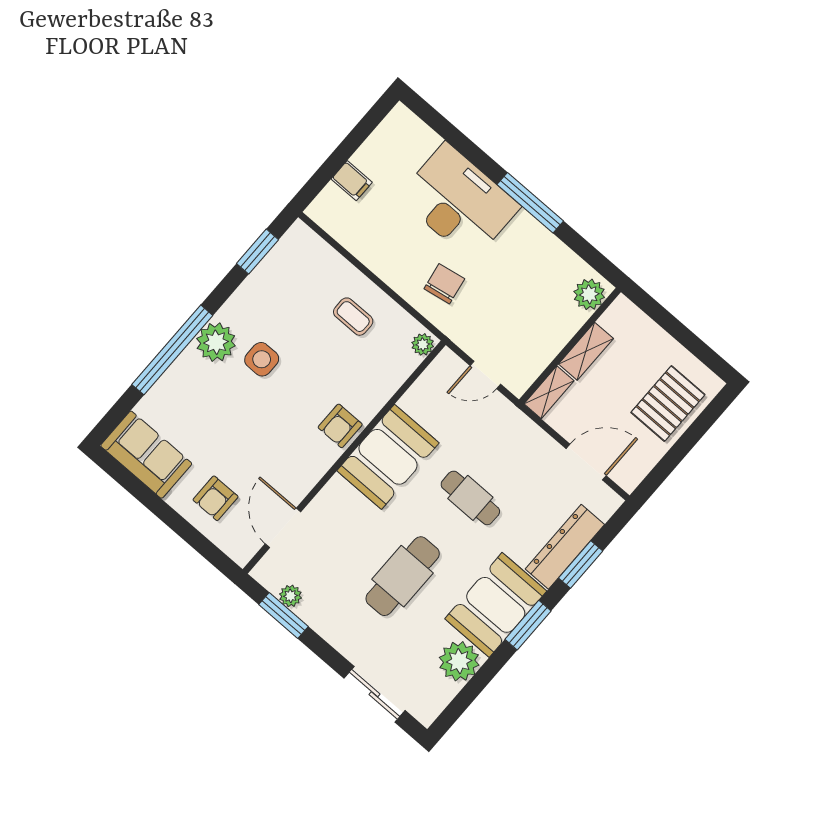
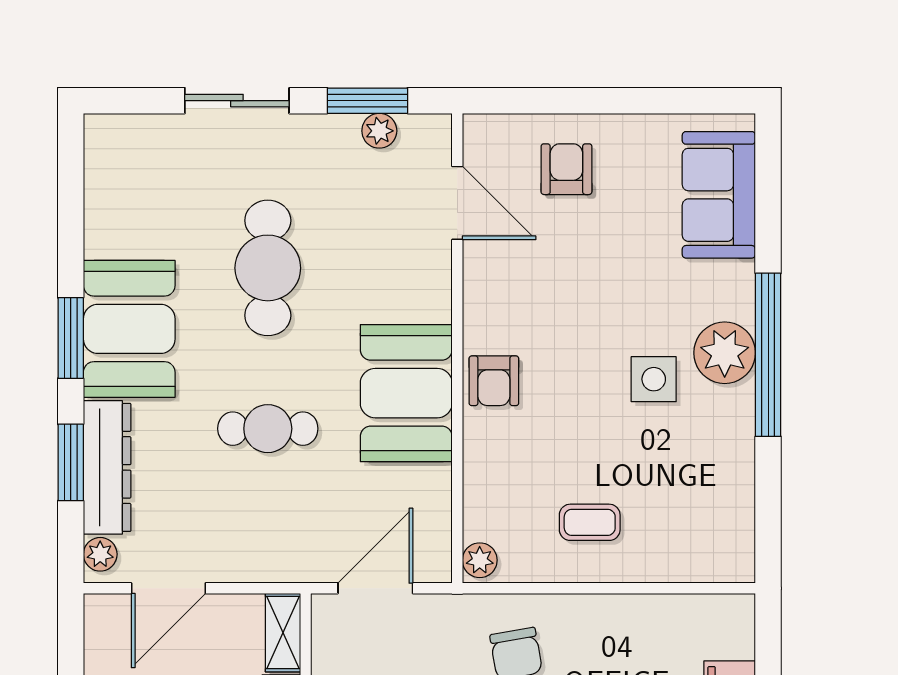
window: (257, 252) -> (768, 501), removed
window: (172, 350) -> (768, 355), moved
door: (485, 375) -> (375, 588), width x1.38
armchair: (340, 426) -> (494, 381), turned 180
sofa: (146, 455) -> (719, 195), moved, turned 90
plant: (459, 661) -> (100, 554), moved, width x0.53, depth x0.53
sliding door: (374, 694) -> (237, 101), moved

